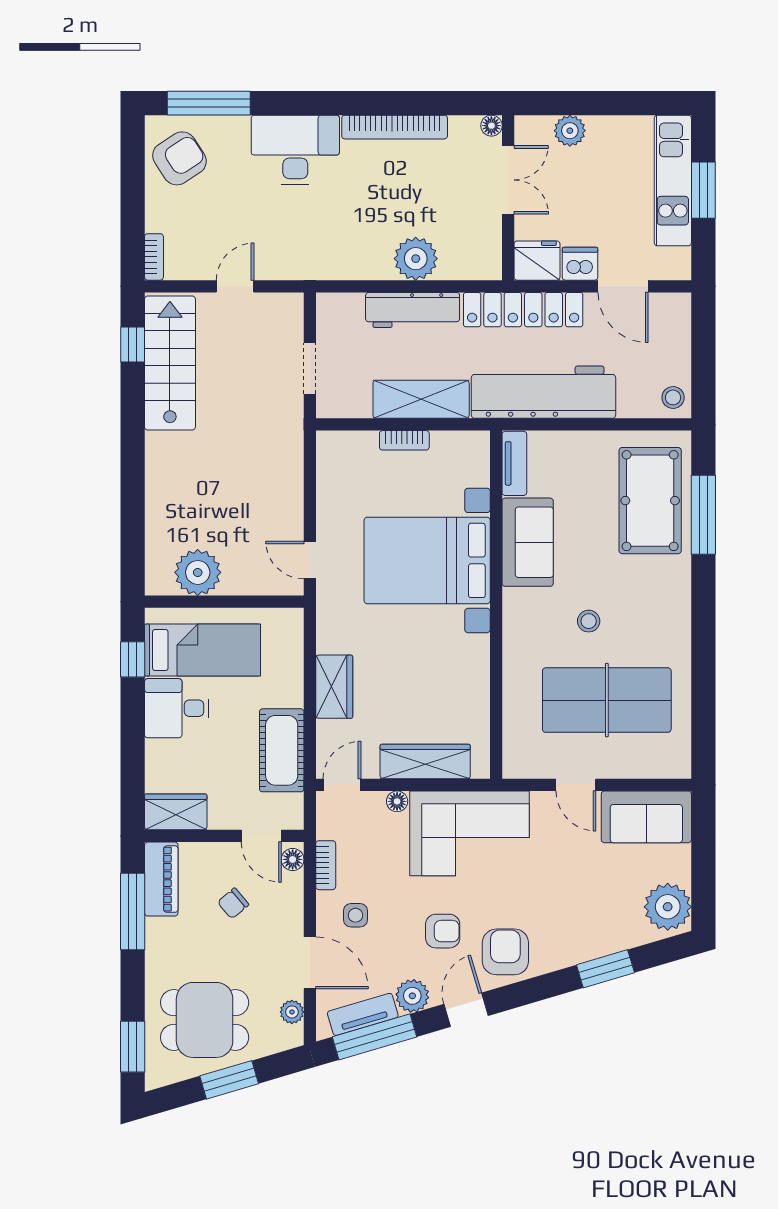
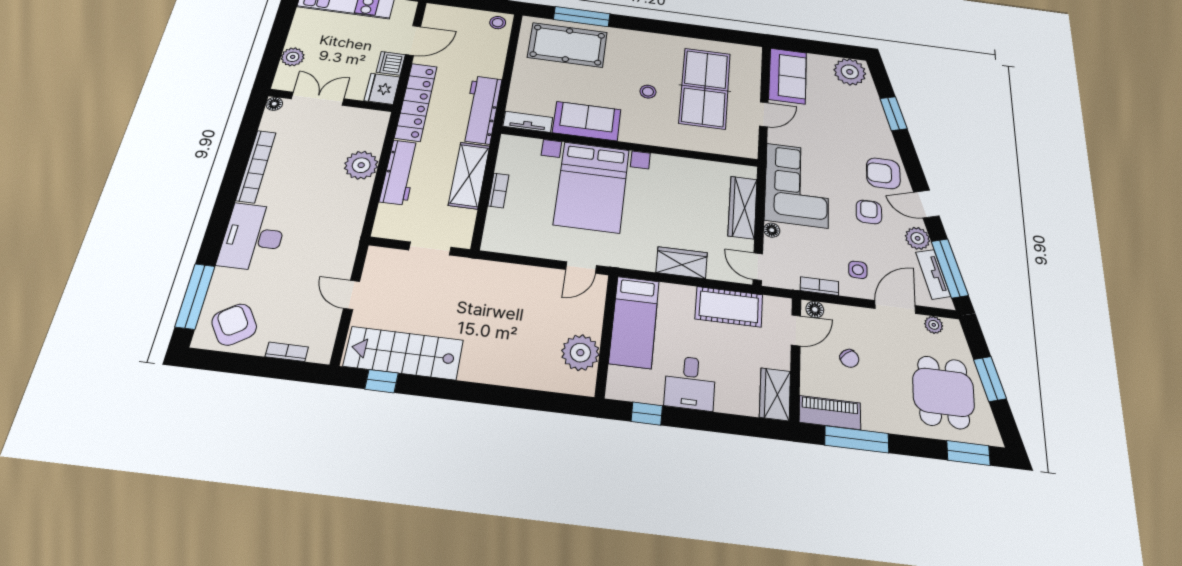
bookcase: (154, 257) -> (287, 352), moved
workbench: (543, 392) -> (481, 110), width x0.73, depth x0.76
bed: (203, 650) -> (634, 322), moved, turned 180

